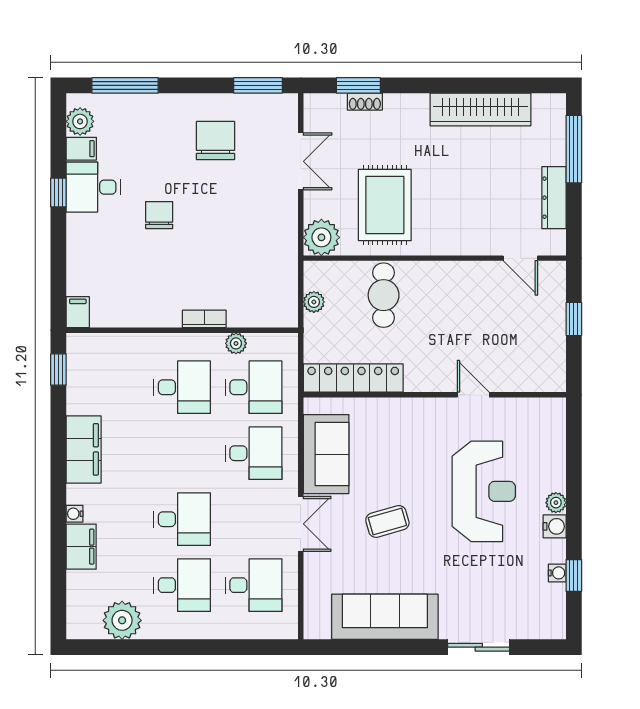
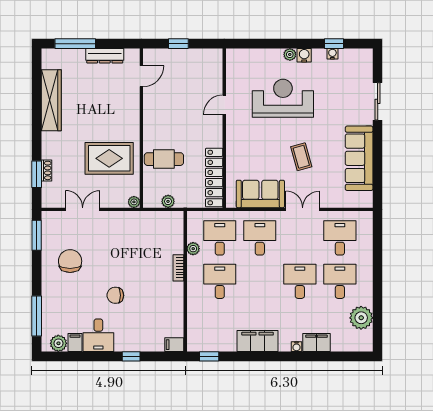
chair: (215, 141) -> (70, 261), turned 90
window: (58, 192) -> (131, 356), moved
plant: (321, 237) -> (134, 202), width x0.53, depth x0.53

